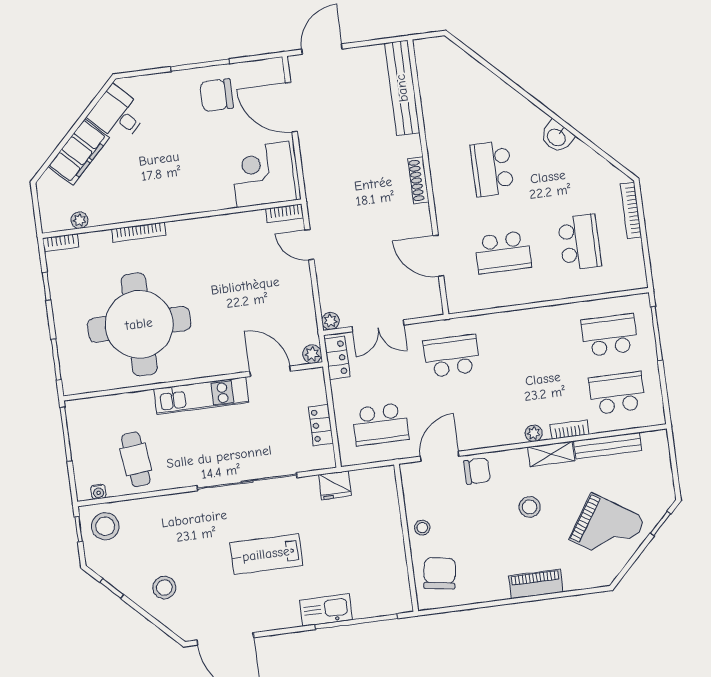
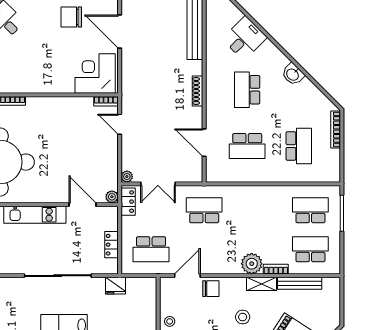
desk: (478, 93) -> (244, 38), added
plant: (534, 433) -> (252, 264), width x1.87, depth x1.87

